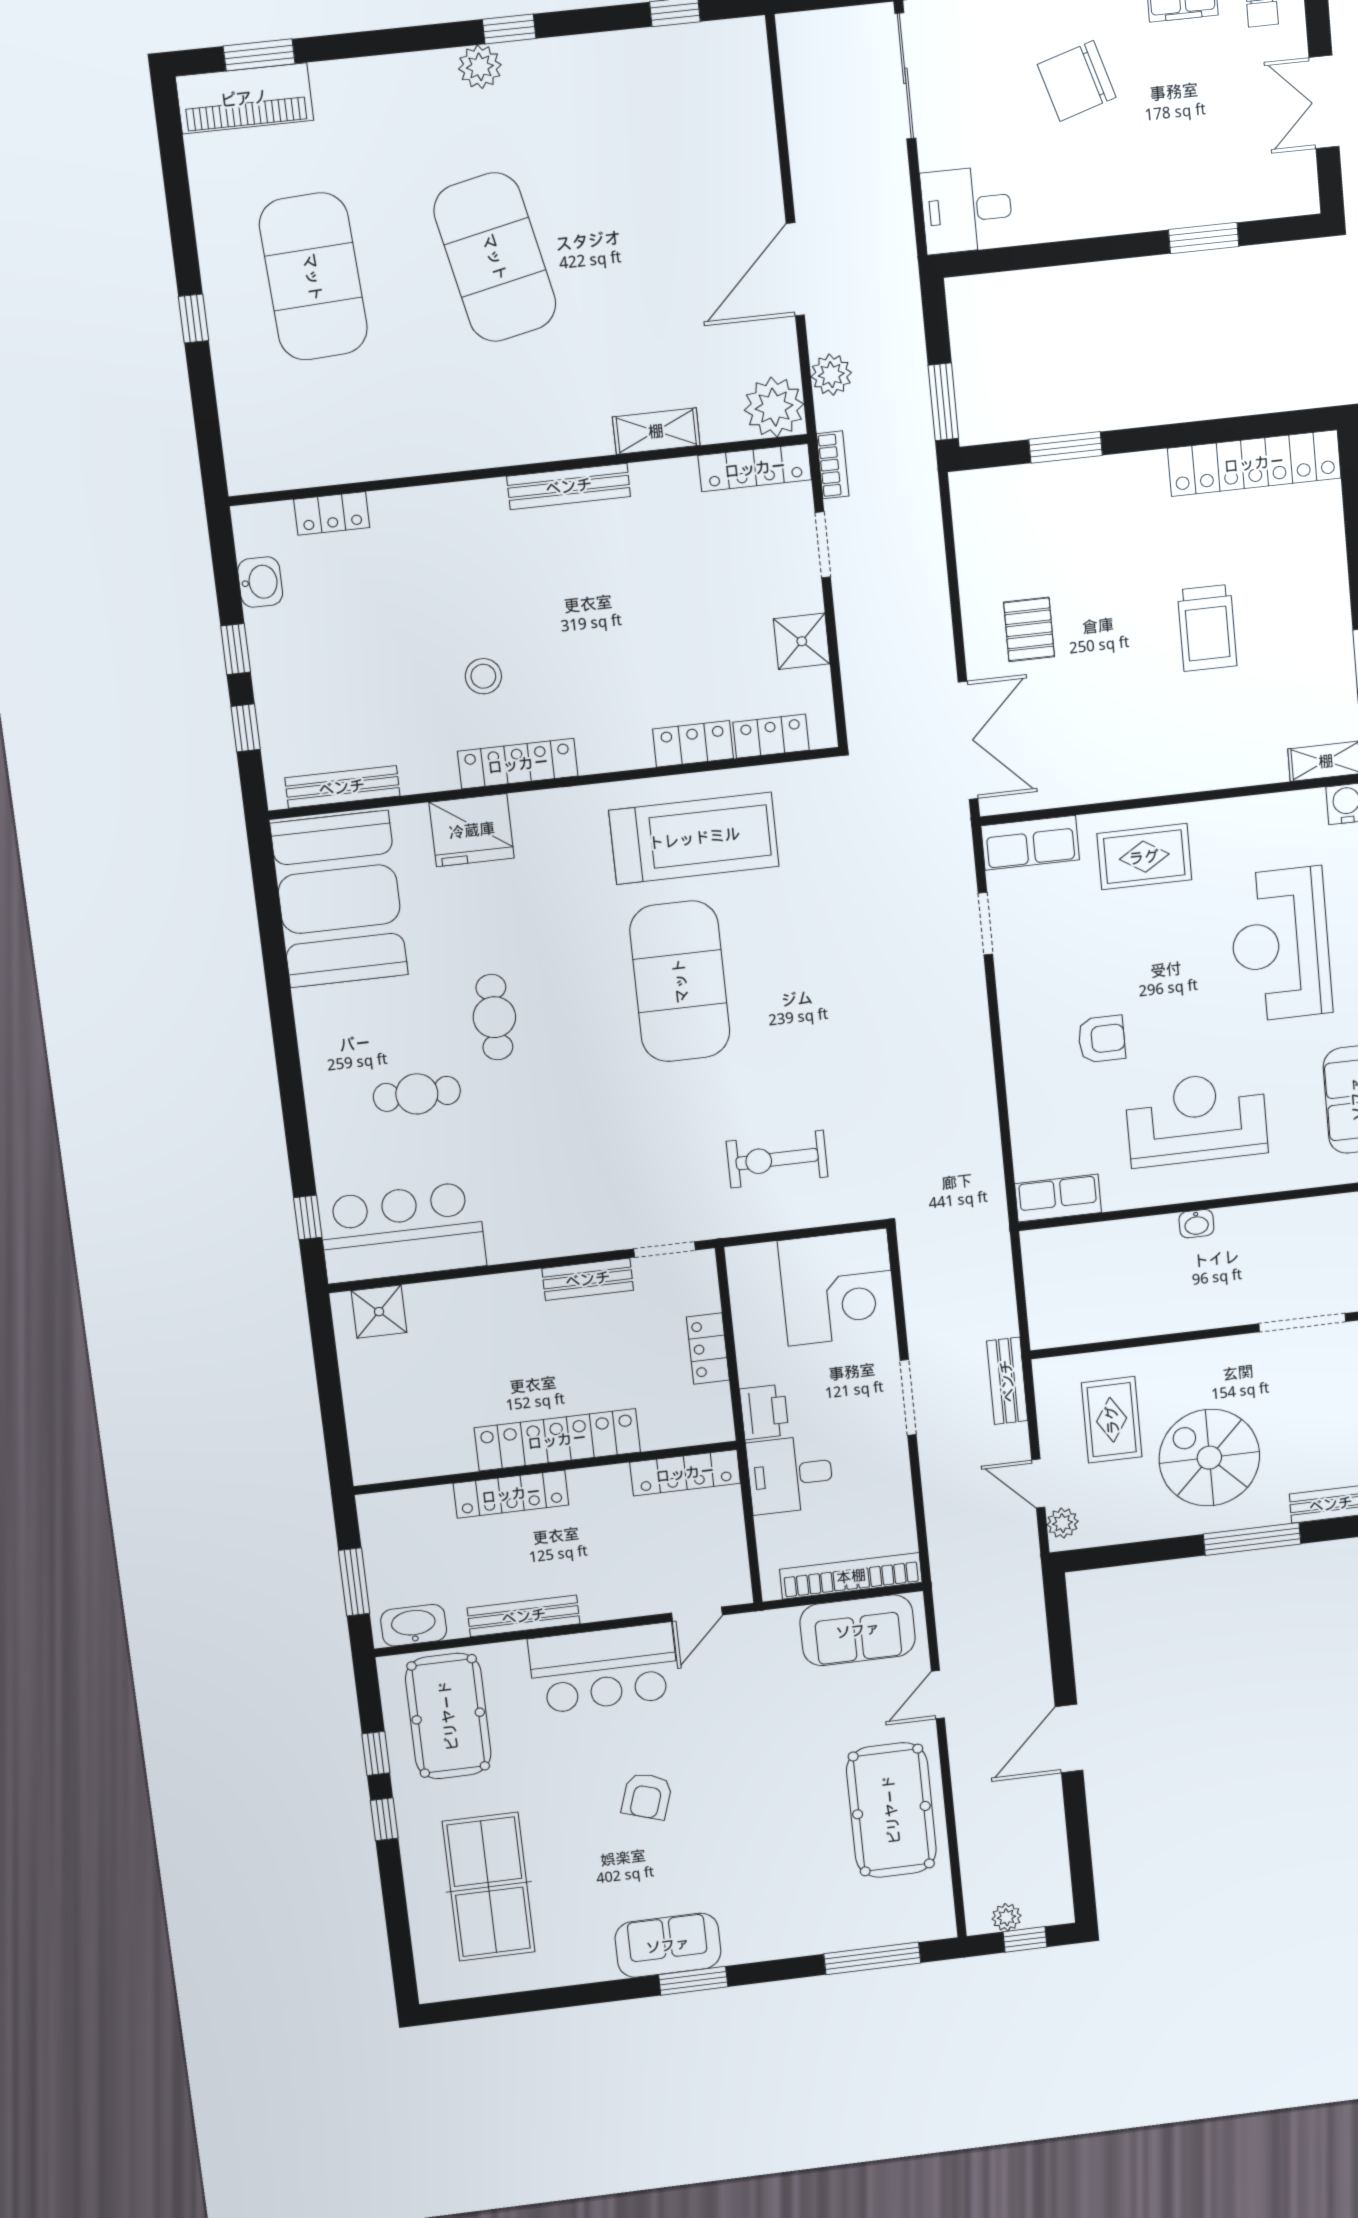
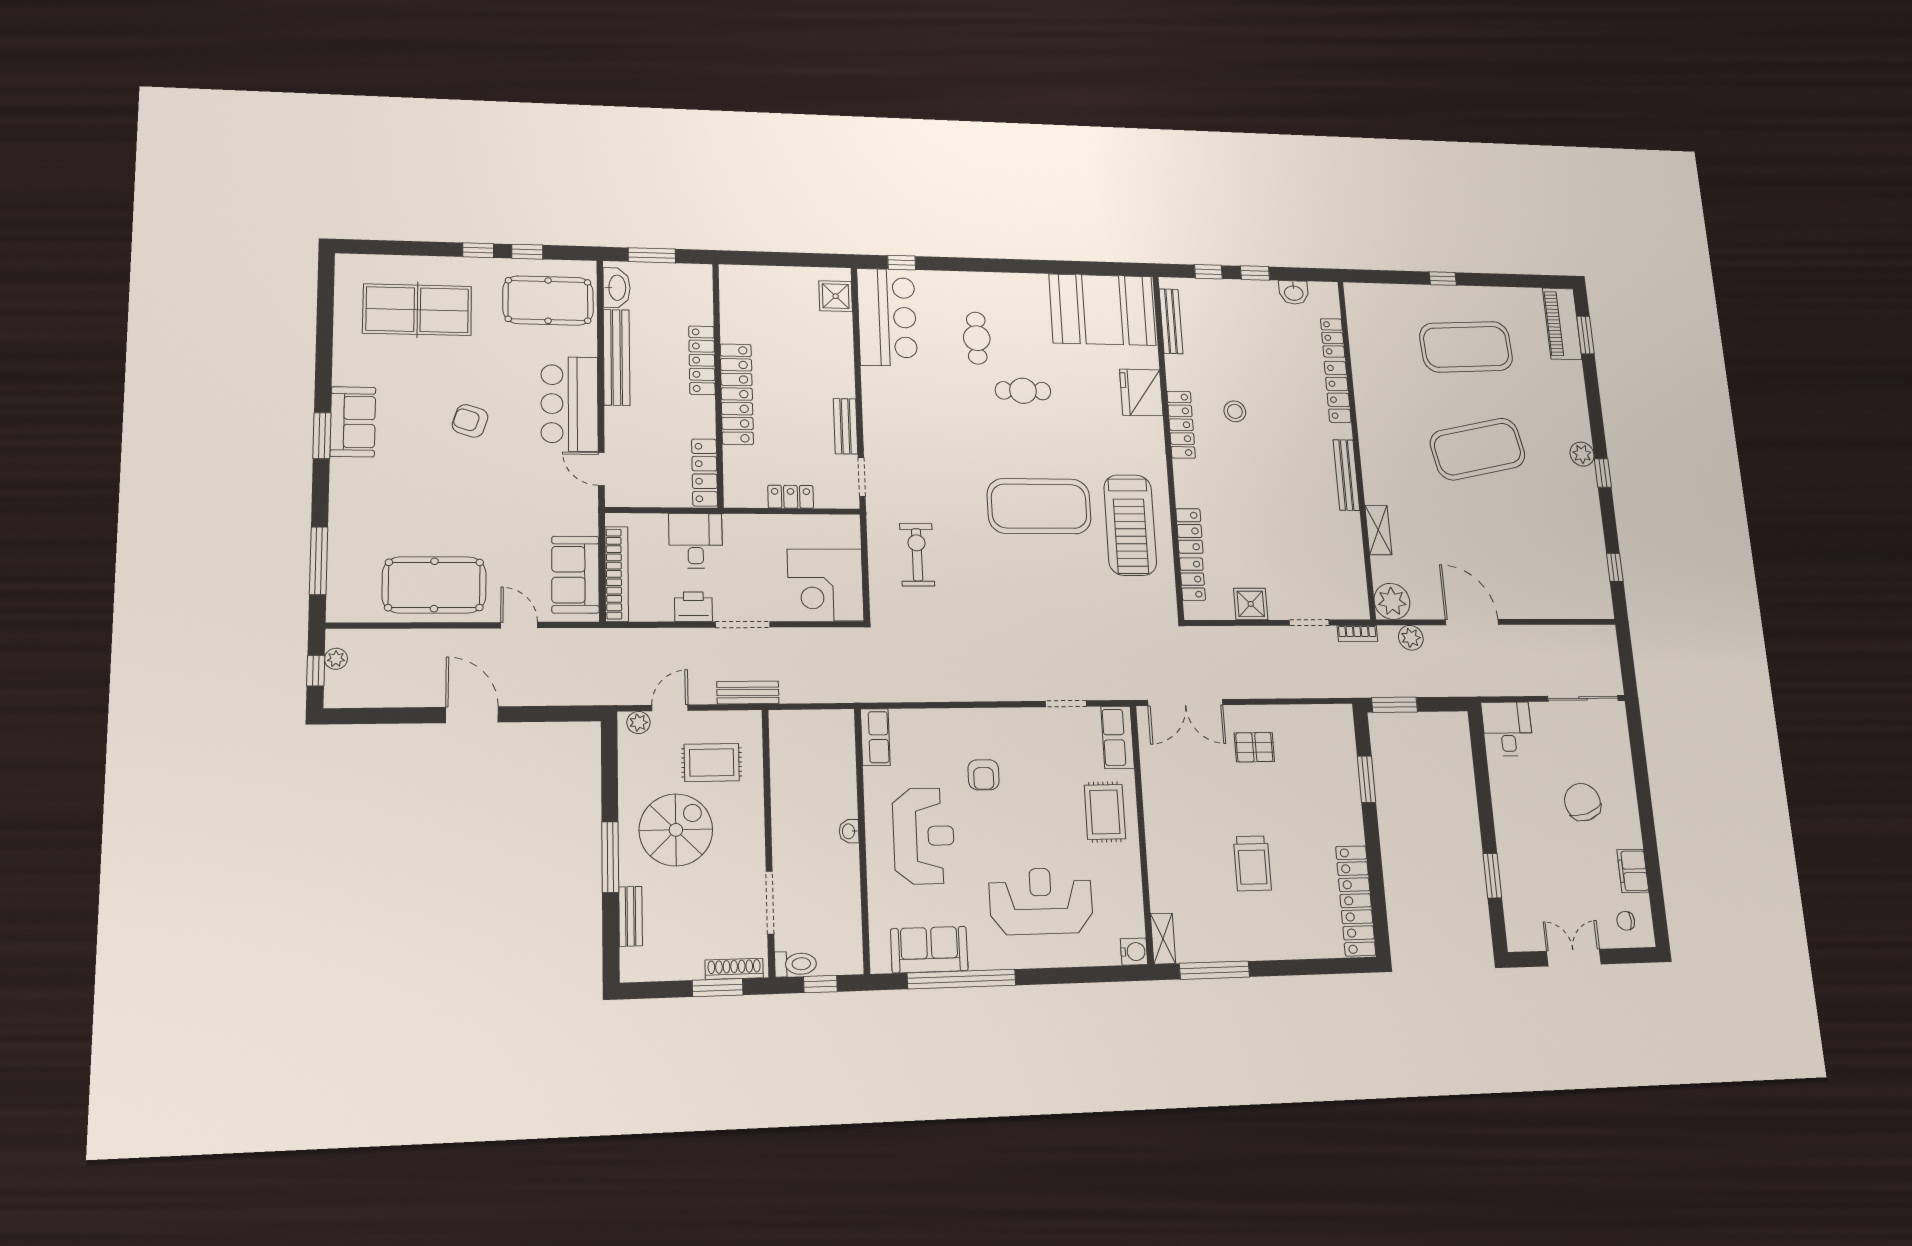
locker: (755, 468) -> (1338, 392), moved
trolley: (1207, 628) -> (1252, 863), turned -90
printer: (764, 1412) -> (693, 607), moved, turned 180
bench: (524, 1616) -> (617, 357), width x1.37, depth x1.21

